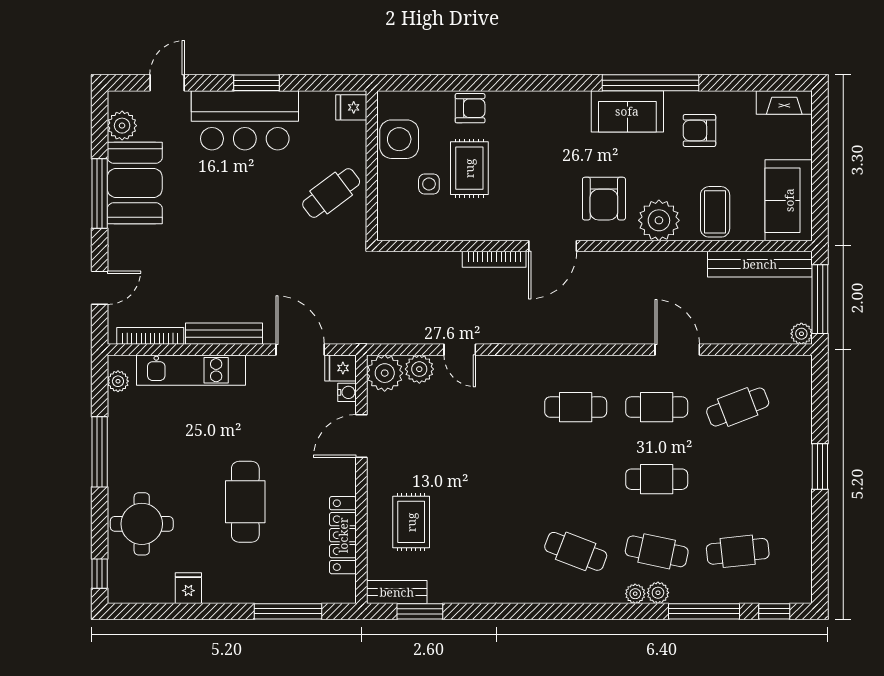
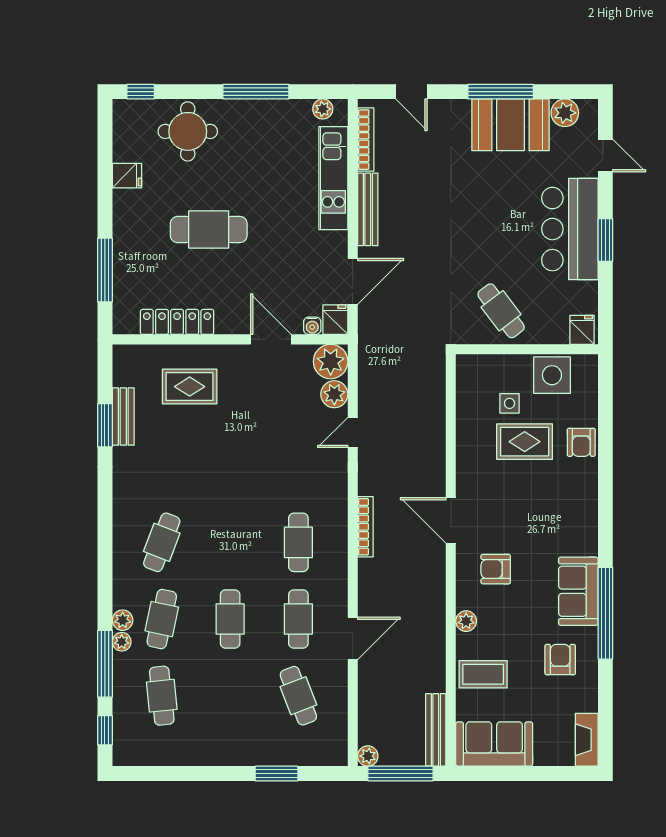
armchair: (604, 199) -> (496, 569), width x0.72, depth x0.72
plant: (659, 220) -> (466, 621), width x0.53, depth x0.53
bookcase: (494, 259) -> (365, 527), moved, turned 180
bench: (760, 264) -> (436, 730), width x0.73, depth x0.82
window: (820, 466) -> (277, 774), moved
bench: (397, 592) -> (123, 417), moved
plant: (635, 594) -> (122, 642), moved
window: (420, 611) -> (105, 425), moved

